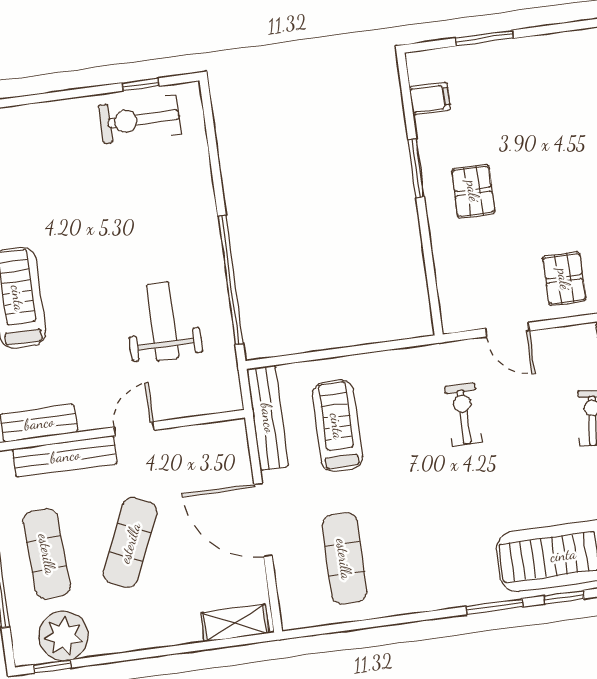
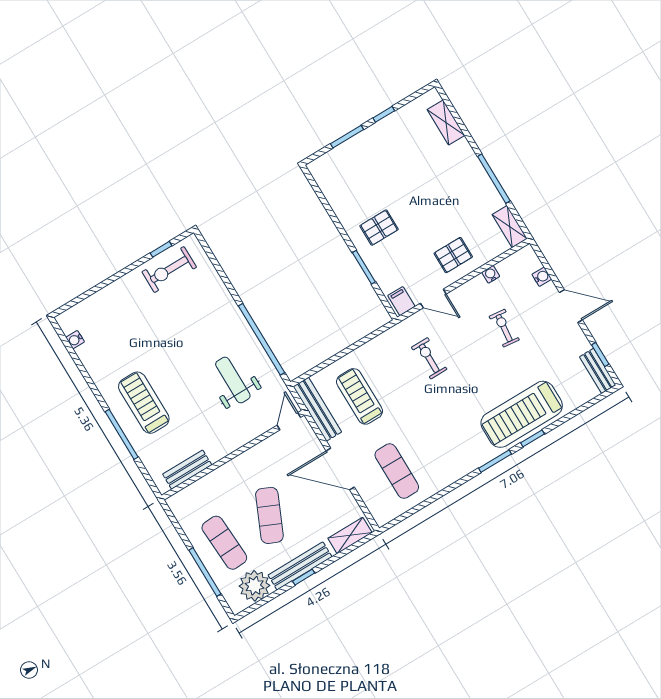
window: (552, 29) -> (384, 114), added
filing cabinet: (430, 99) -> (401, 301), moved, turned -90
window: (416, 168) -> (364, 267), moved
pallet: (473, 191) -> (379, 228), turned 90
pallet: (564, 279) -> (453, 255), turned 90
door: (134, 429) -> (289, 421), moved
bench: (65, 456) -> (300, 566), moved
window: (52, 666) -> (304, 577), moved

